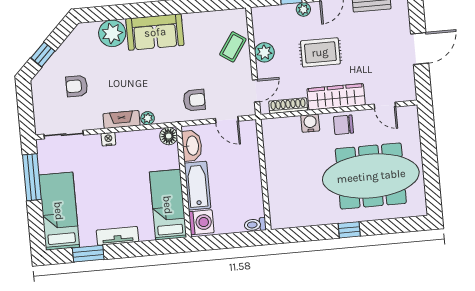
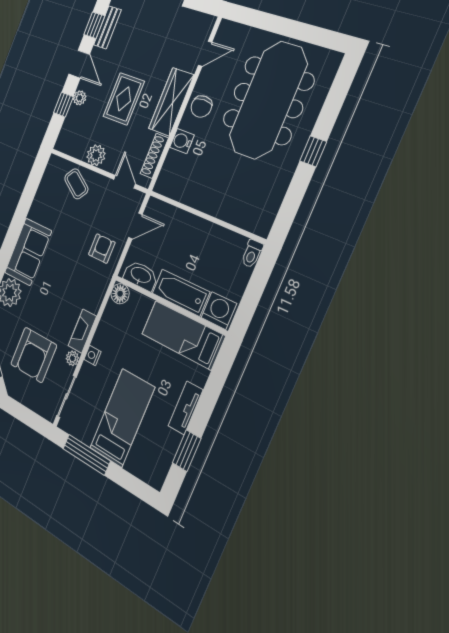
armchair: (77, 86) -> (34, 355), width x1.88, depth x1.88
plant: (148, 118) -> (72, 358), moved
bed: (59, 211) -> (122, 418), moved, turned 90

